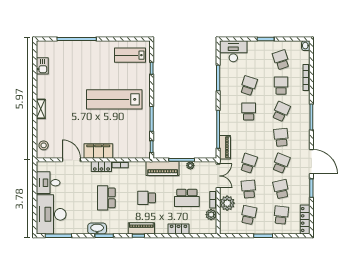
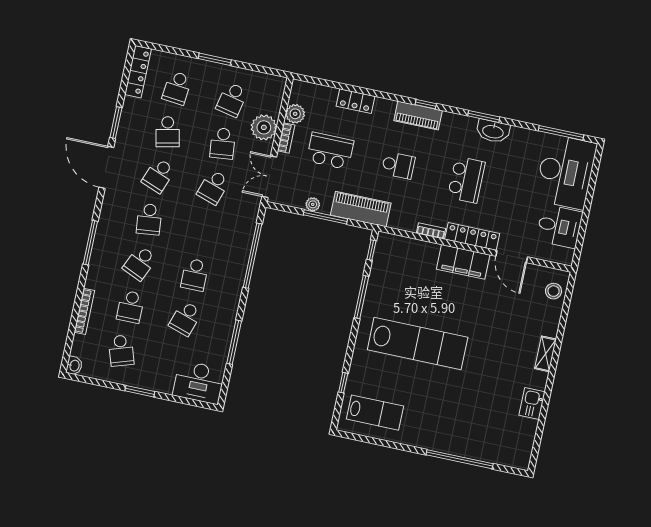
kitchen sink: (42, 66) -> (532, 404), moved
piano: (225, 147) -> (247, 223), removed
locker: (101, 167) -> (472, 236), width x1.53

